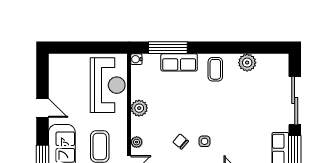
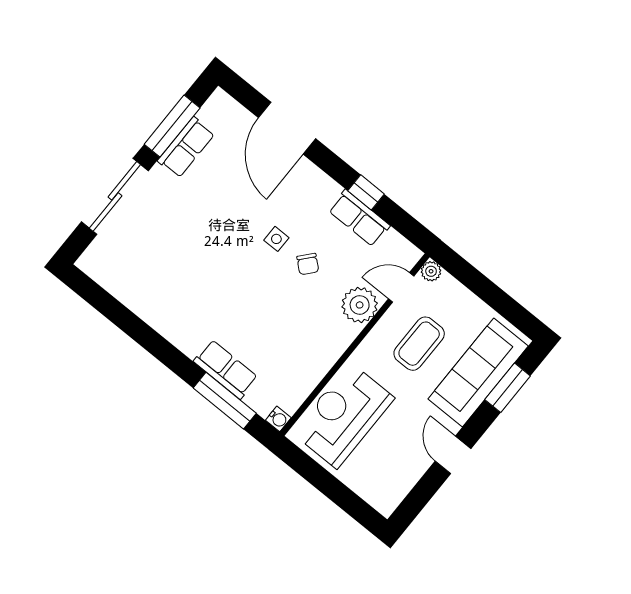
plant: (247, 63) -> (137, 297), removed
coffee table: (215, 69) -> (186, 322), removed
plant: (139, 108) -> (327, 352), removed
plant: (137, 142) -> (360, 305), width x1.87, depth x1.87

